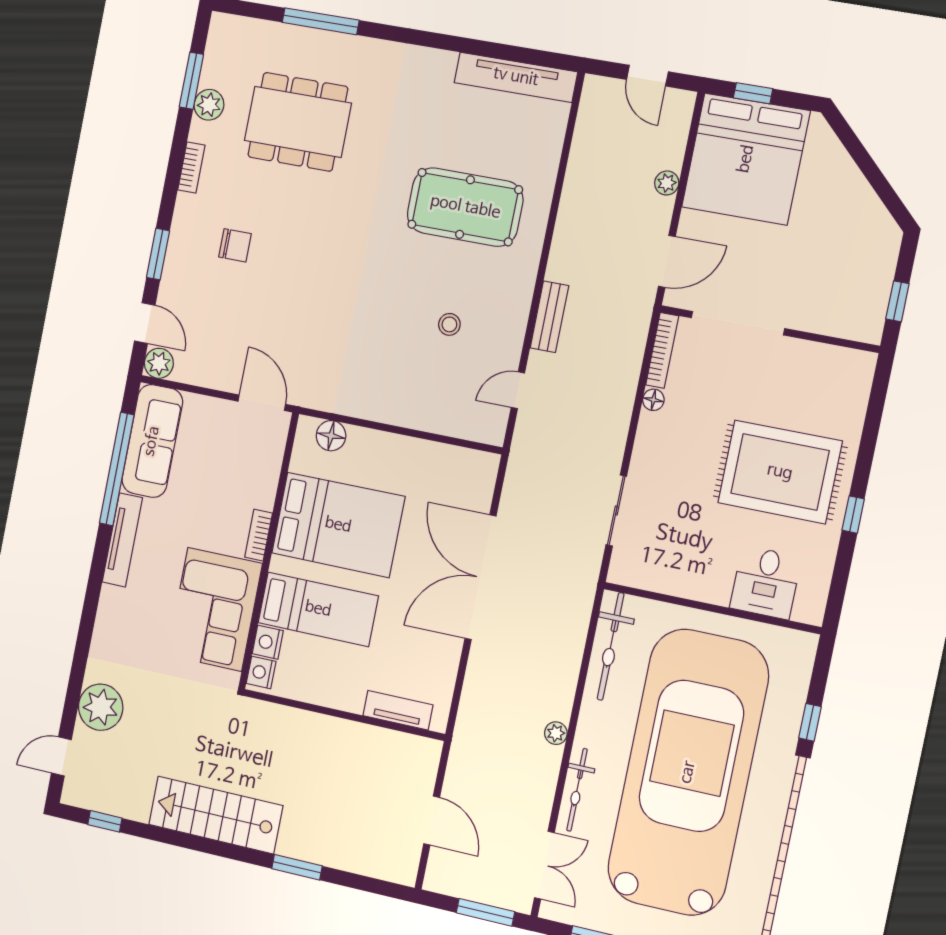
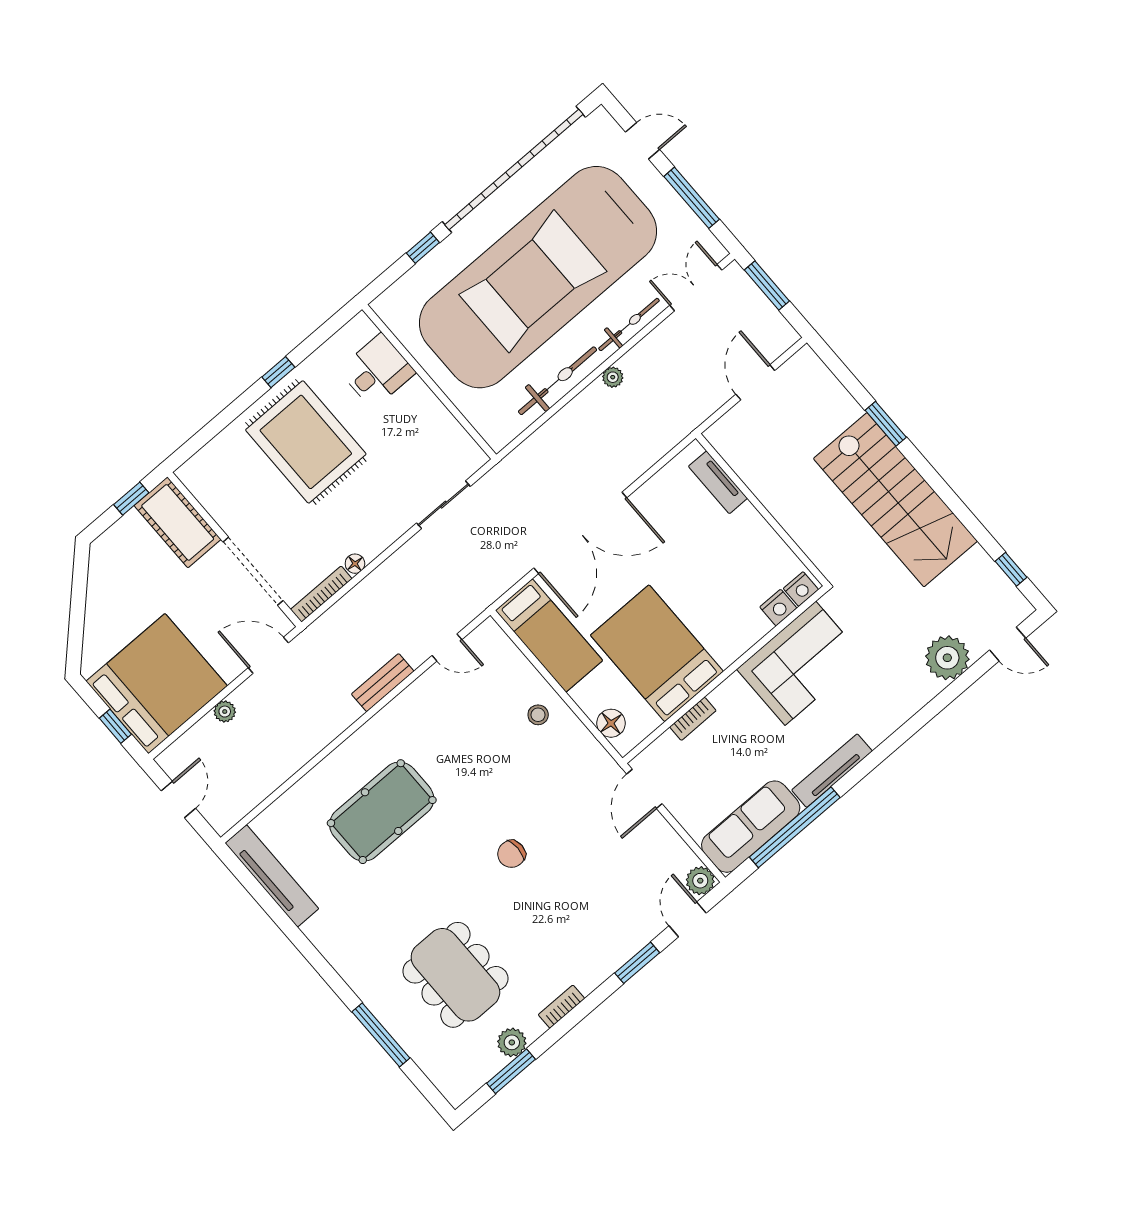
pool table: (465, 207) -> (382, 812), turned 90
chair: (235, 245) -> (511, 854), moved, turned -90
cot: (839, 313) -> (178, 522), added
stool: (449, 324) -> (538, 715), moved
bookcase: (259, 535) -> (693, 719), moved
bed: (318, 609) -> (549, 635), moved, turned 180
bicycle: (611, 646) -> (558, 381), moved
stairs: (216, 815) -> (895, 500), width x1.36, depth x1.51

